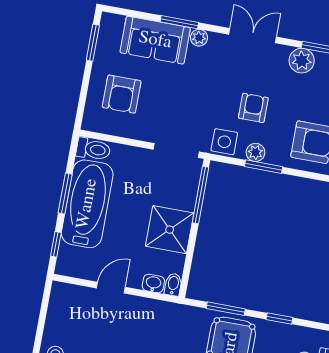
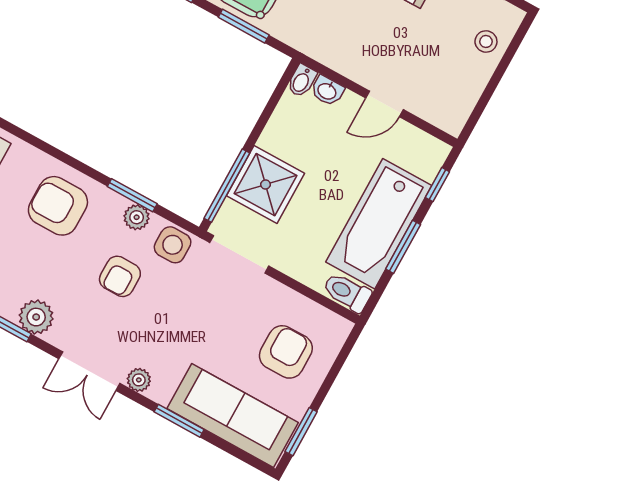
plant: (199, 38) -> (139, 380), moved
sofa: (155, 40) -> (233, 415), width x1.36
shower: (170, 230) -> (266, 185), moved

